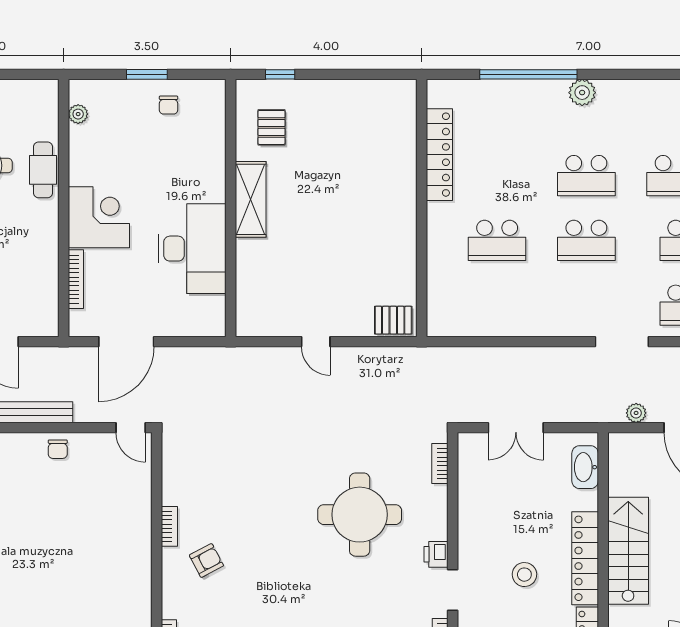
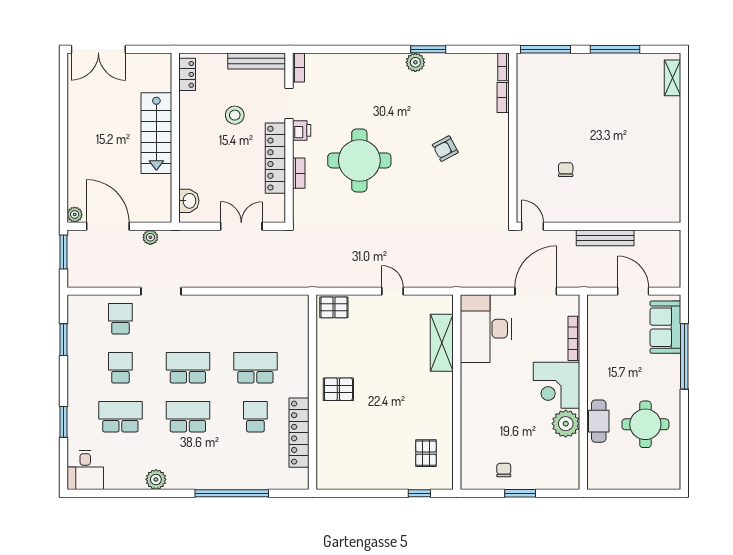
plant: (582, 93) -> (156, 479), moved
plant: (78, 114) -> (566, 424), moved, width x1.88, depth x1.88
school desk: (497, 176) -> (255, 417), added
shelving: (251, 199) -> (442, 343), moved
pallet: (387, 212) -> (338, 389), added
desk: (192, 249) -> (486, 329), moved
chair: (58, 449) -> (566, 170), moved
bookcase: (440, 464) -> (299, 173), moved
washbasin: (585, 467) -> (189, 201), width x0.72
bookcase: (169, 526) -> (503, 98), moved
locker: (585, 558) -> (275, 158), moved, turned 180
armchair: (206, 560) -> (445, 149), moved

